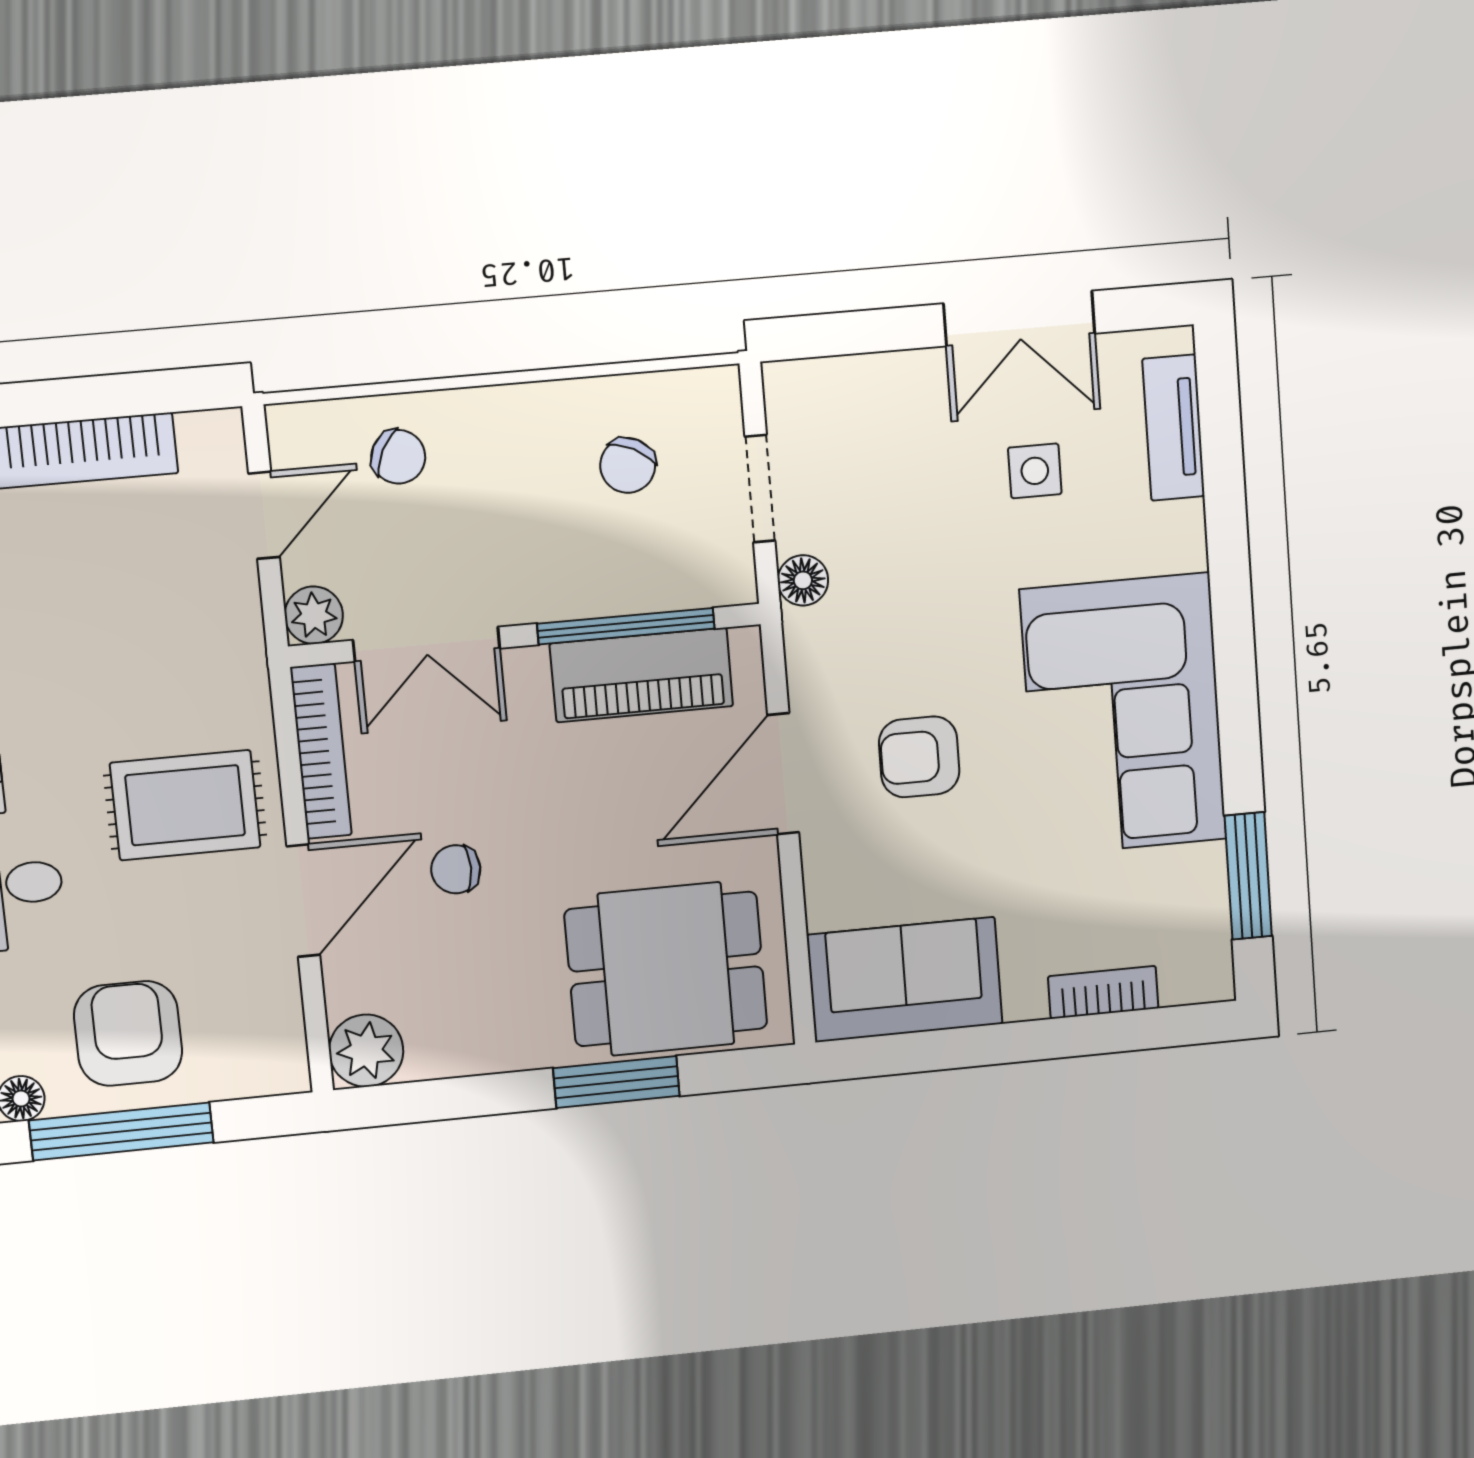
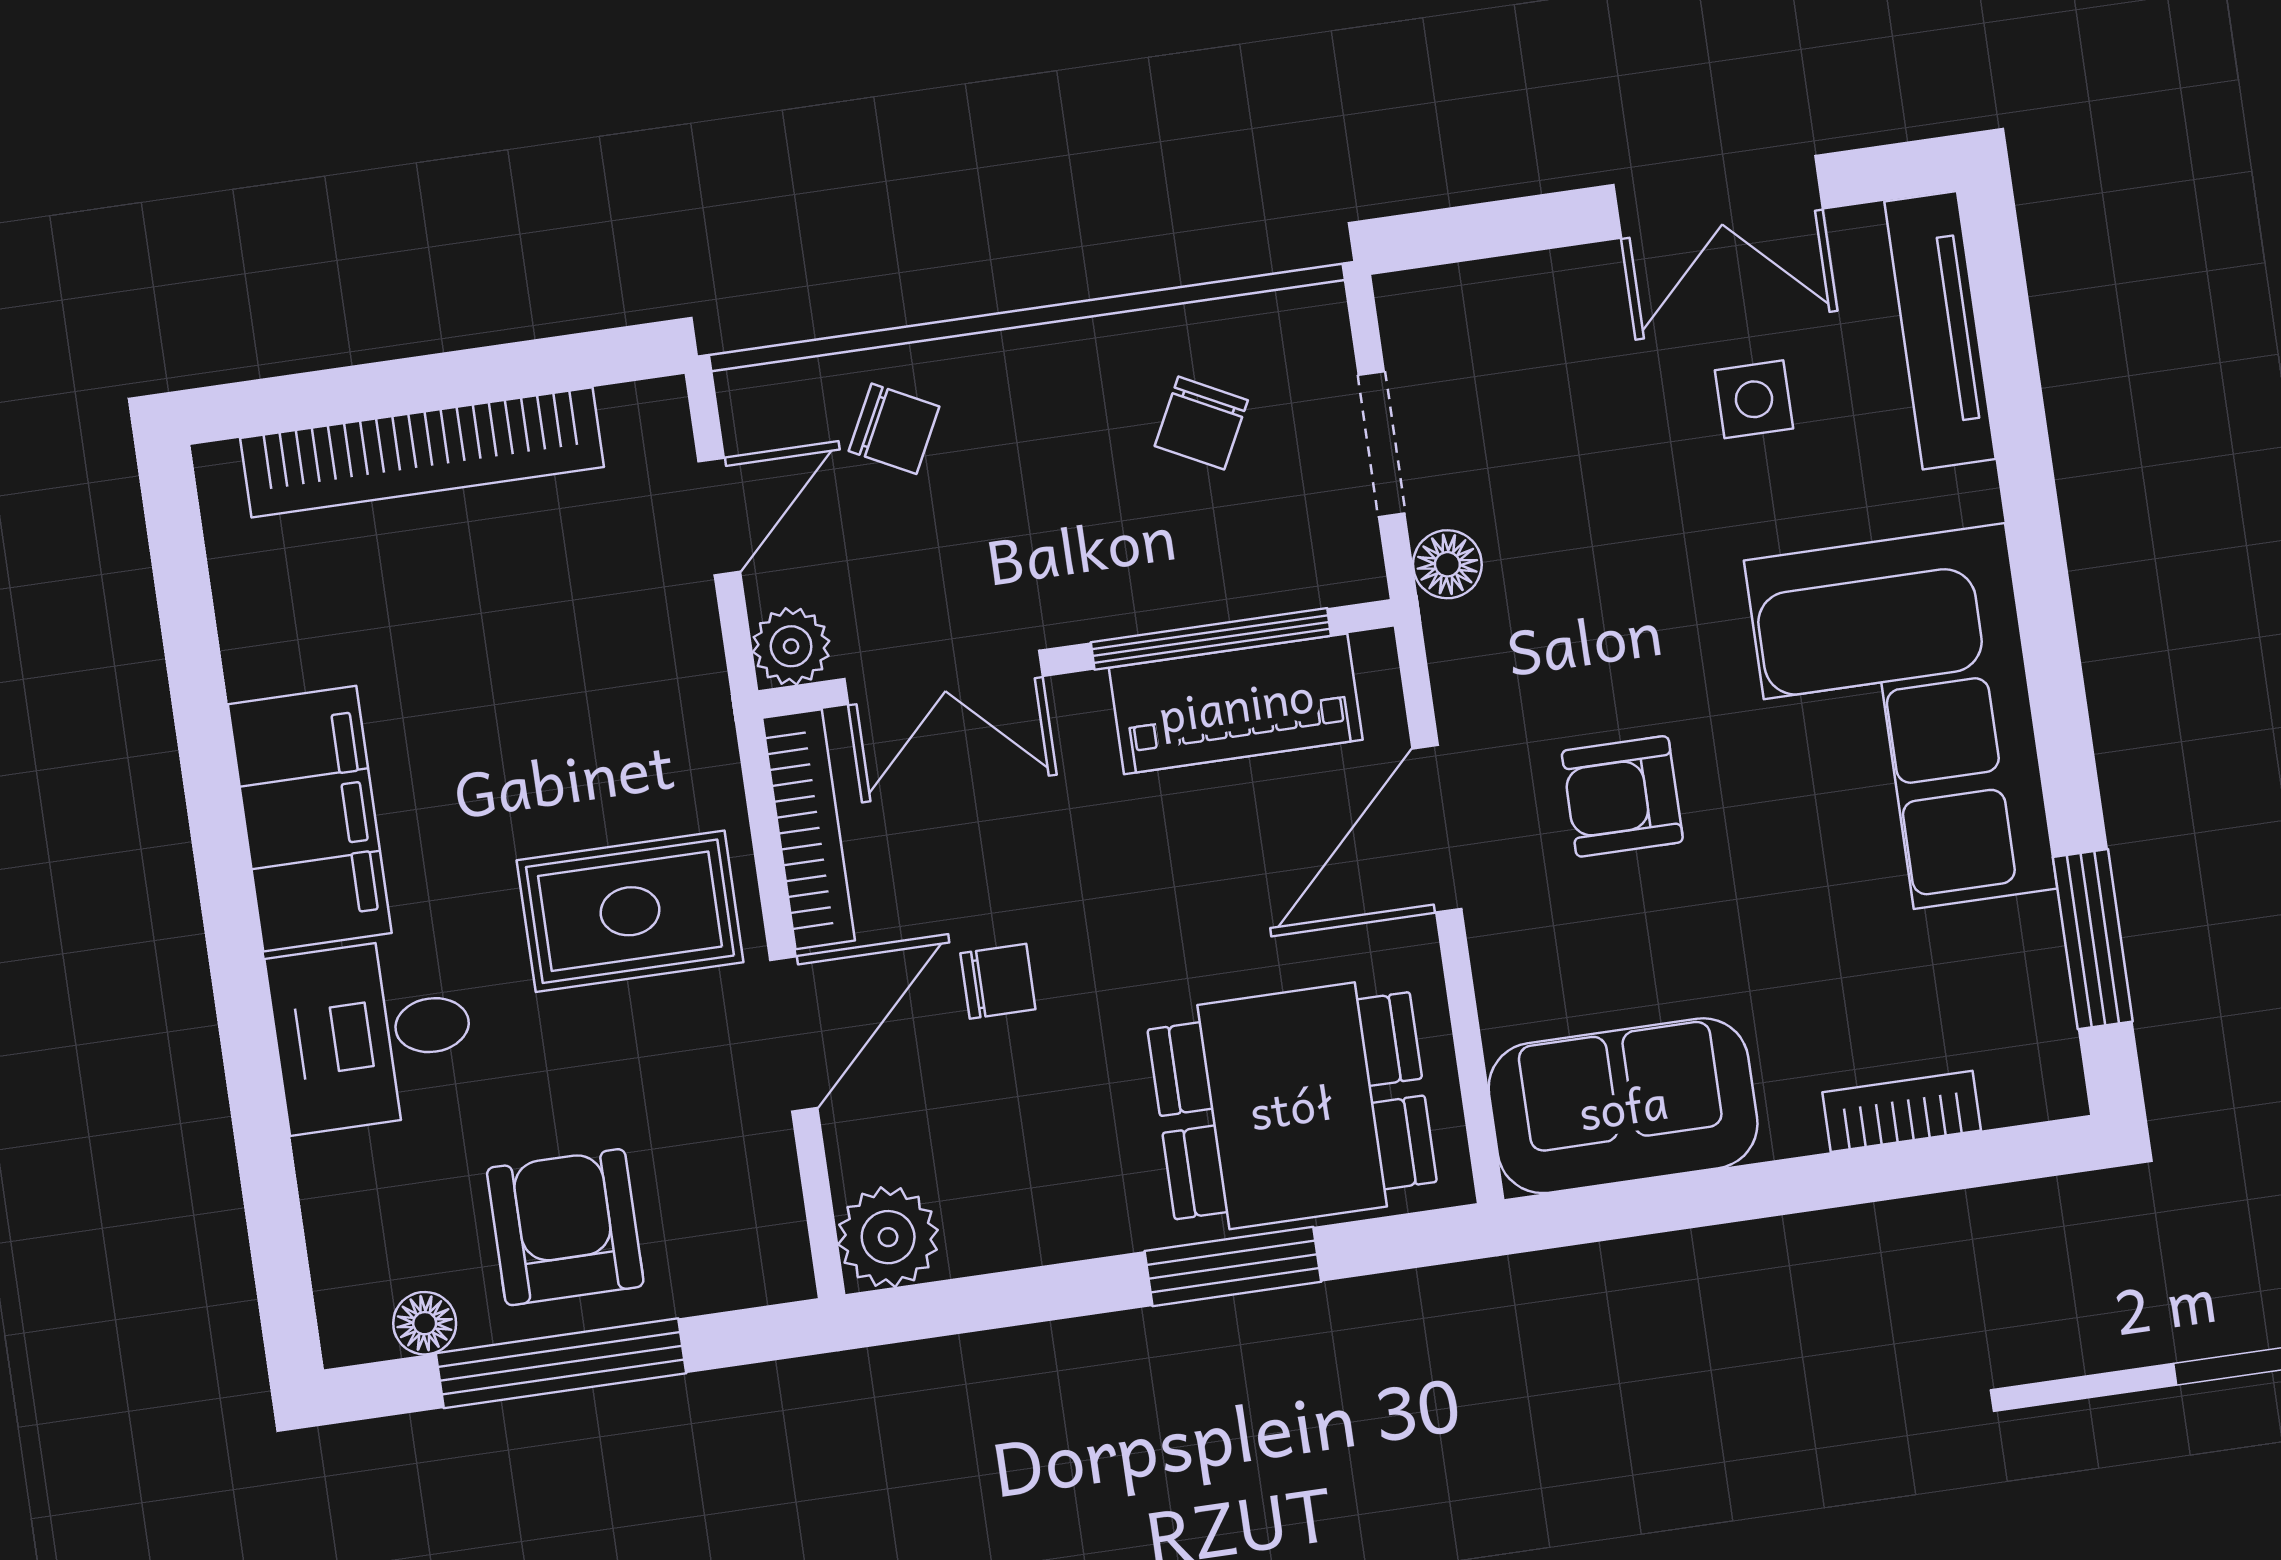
tv unit: (1173, 428) -> (1940, 330), width x1.41
chair: (456, 869) -> (998, 981), turned 180

